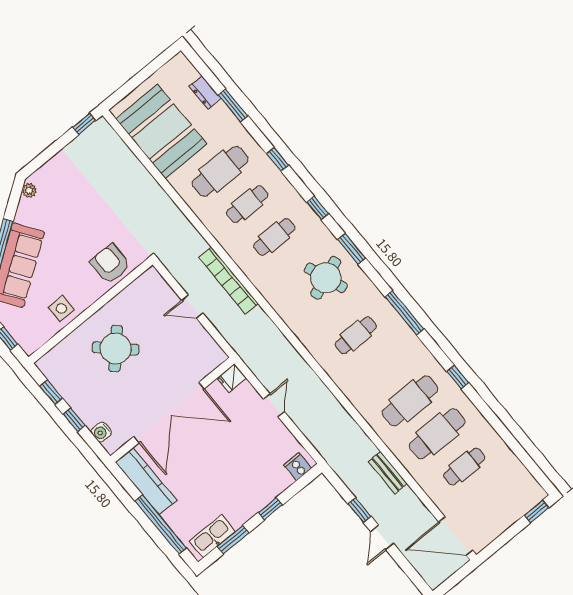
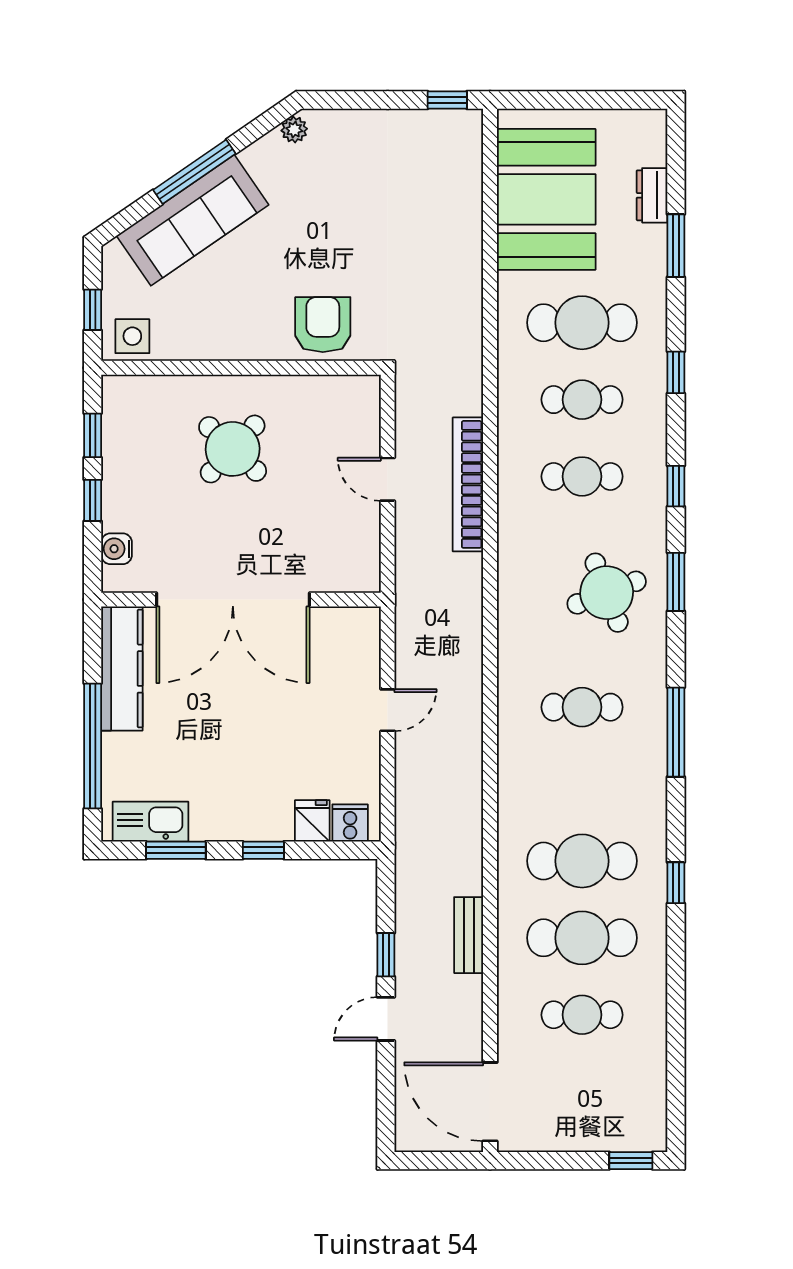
side table: (61, 308) -> (132, 336), moved
fridge: (232, 378) -> (312, 821), moved, turned 90

